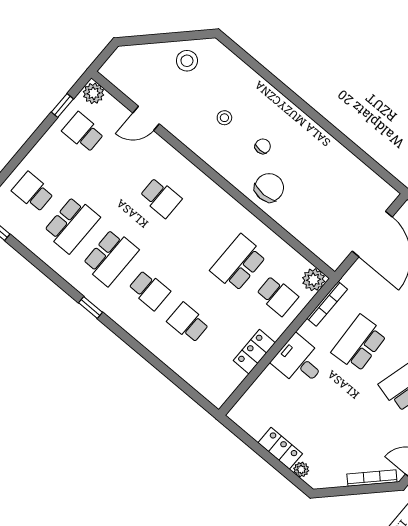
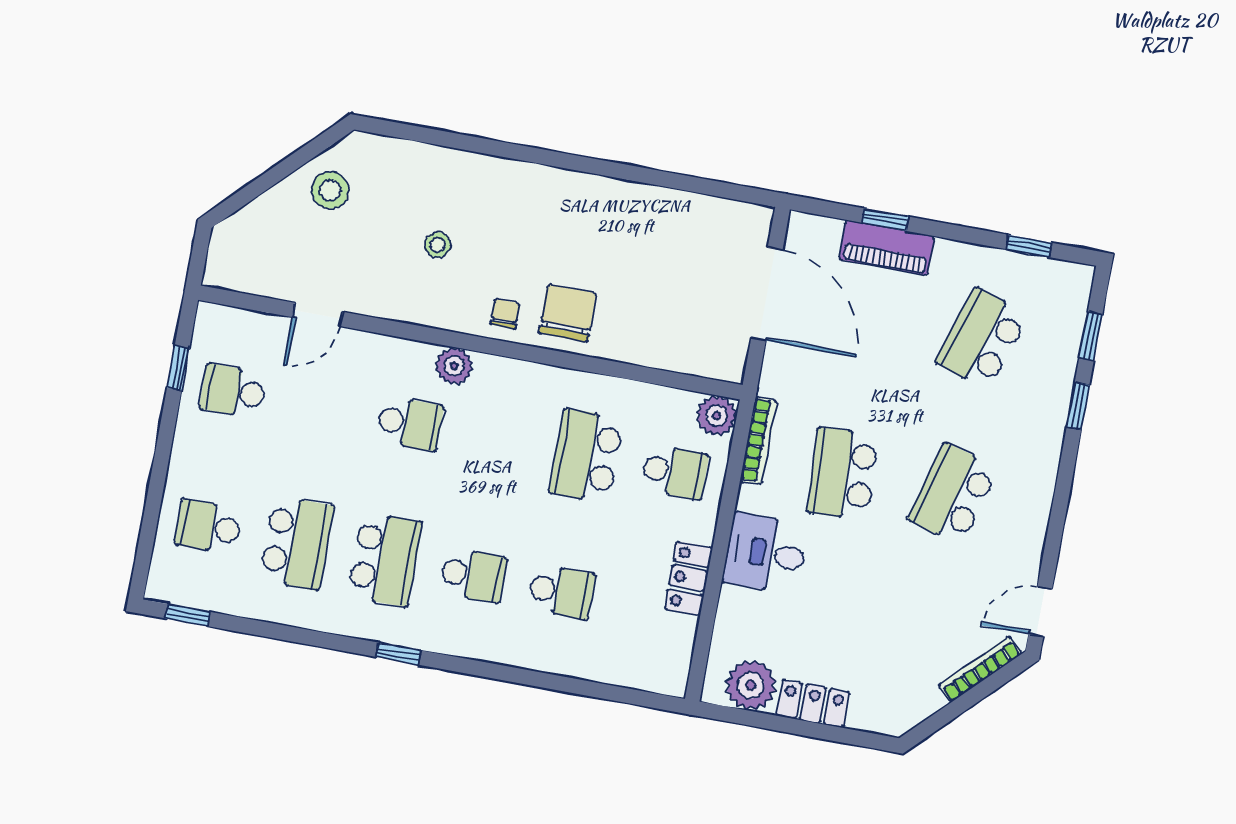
plant: (94, 93) -> (454, 366), moved
chair: (263, 146) -> (505, 314), moved
school desk: (188, 323) -> (562, 592), turned 180
plant: (301, 470) -> (751, 685), moved, width x1.87, depth x1.87

